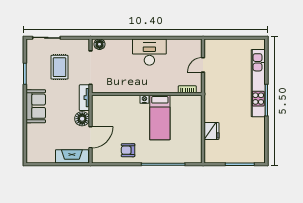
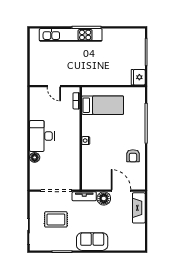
floor lamp: (100, 44) -> (35, 157), moved
bed: (160, 118) -> (103, 105), moved
fridge: (212, 131) -> (138, 77), moved, turned -90

